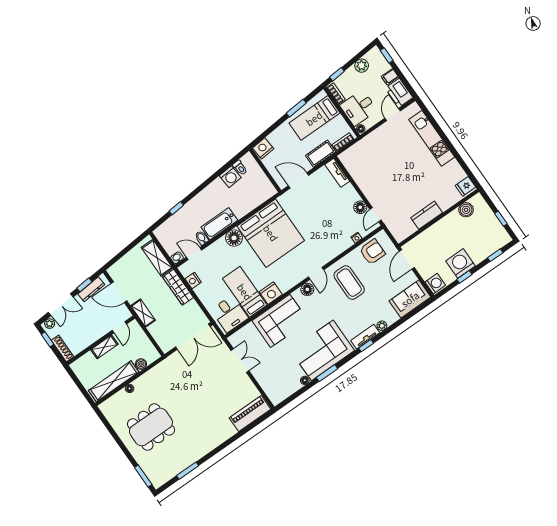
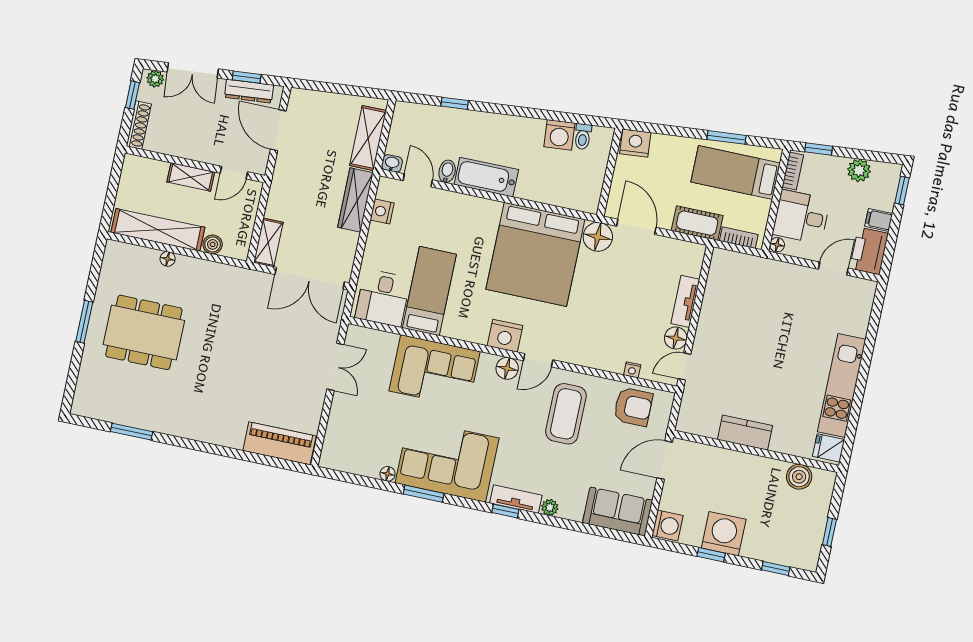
kitchen unit: (432, 138) -> (842, 386), moved
tv unit: (337, 173) -> (685, 301), moved
floor lamp: (234, 238) -> (598, 237), moved
nightstand: (271, 293) -> (505, 336), moved
shelving: (143, 313) -> (268, 243), moved
window: (143, 476) -> (84, 322), moved

